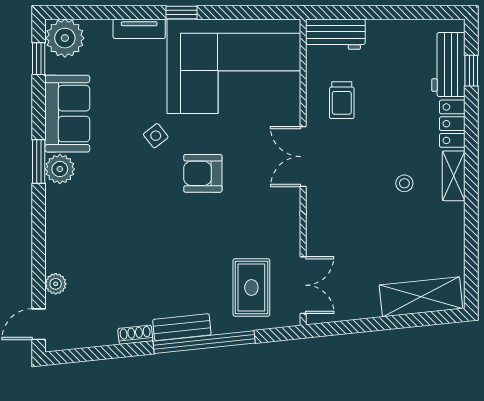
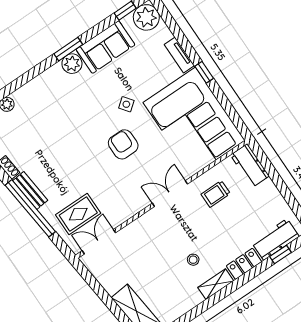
double door: (303, 285) -> (99, 242), swing flipped

